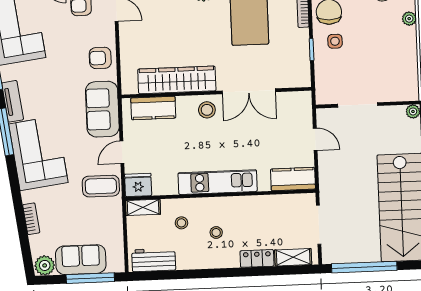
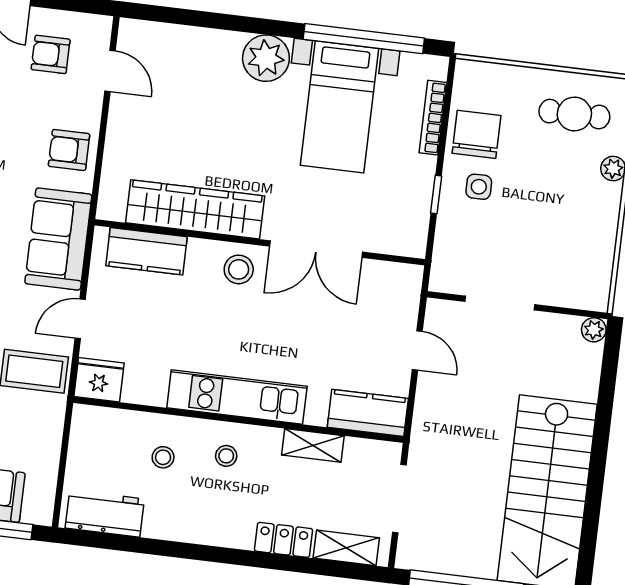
shelving: (143, 207) -> (313, 445), moved
stool: (216, 233) -> (226, 456), moved

